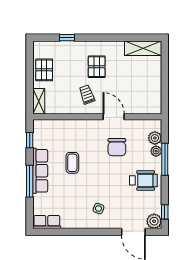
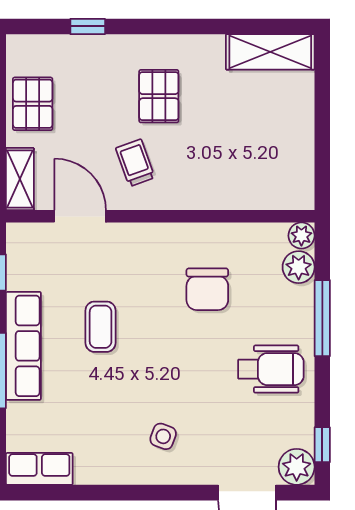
door: (114, 117) -> (80, 216), moved
plant: (156, 151) -> (301, 236), moved

